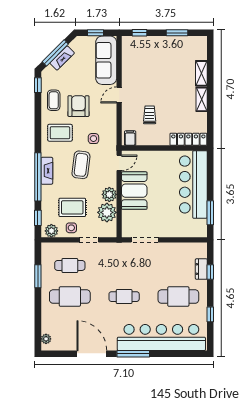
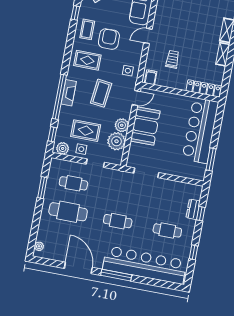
side table: (93, 139) -> (128, 71), moved
cafe table: (178, 297) -> (167, 230), width x0.73, depth x0.74

